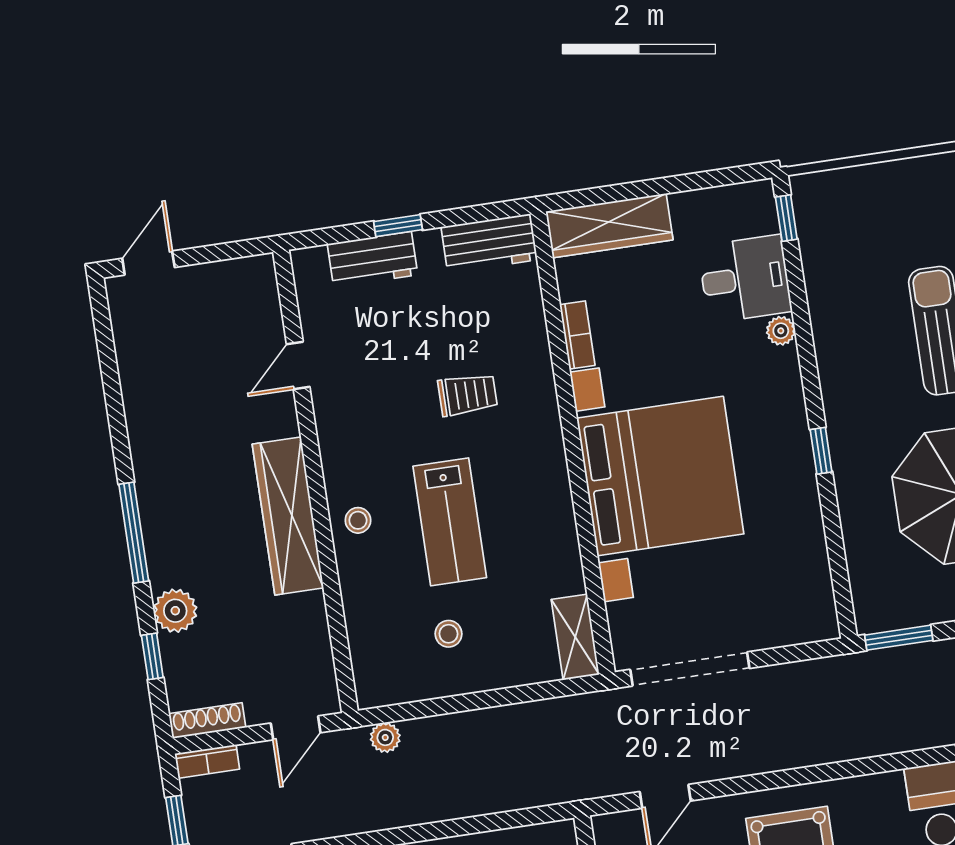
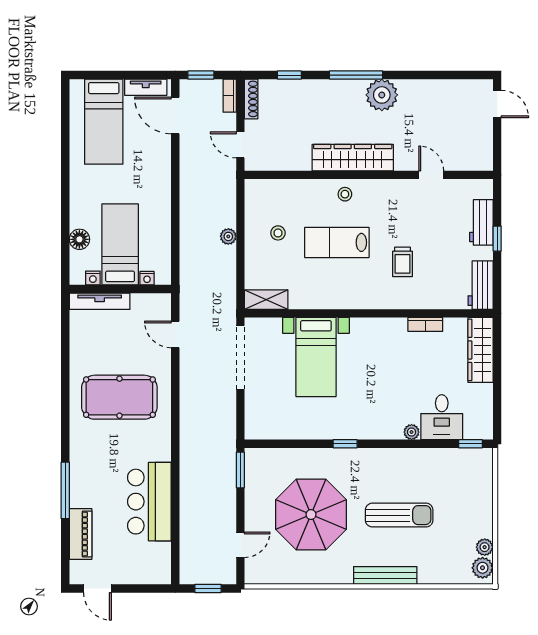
bed with nightstands: (660, 476) -> (316, 357), width x0.54
plant: (175, 611) -> (382, 95), moved, width x1.36, depth x1.36
plant: (385, 737) -> (228, 236), moved

